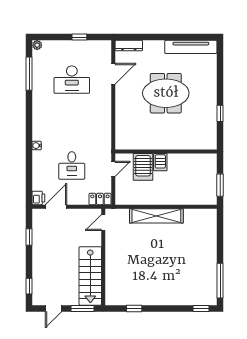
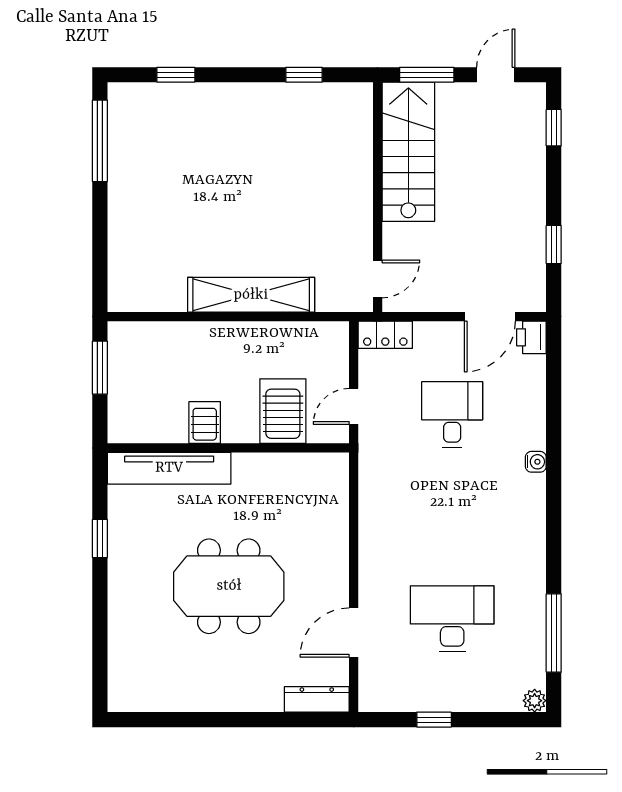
tv unit: (191, 47) -> (169, 468), moved, turned 180
server rack: (160, 162) -> (205, 423), moved
window: (201, 308) -> (176, 75), moved

